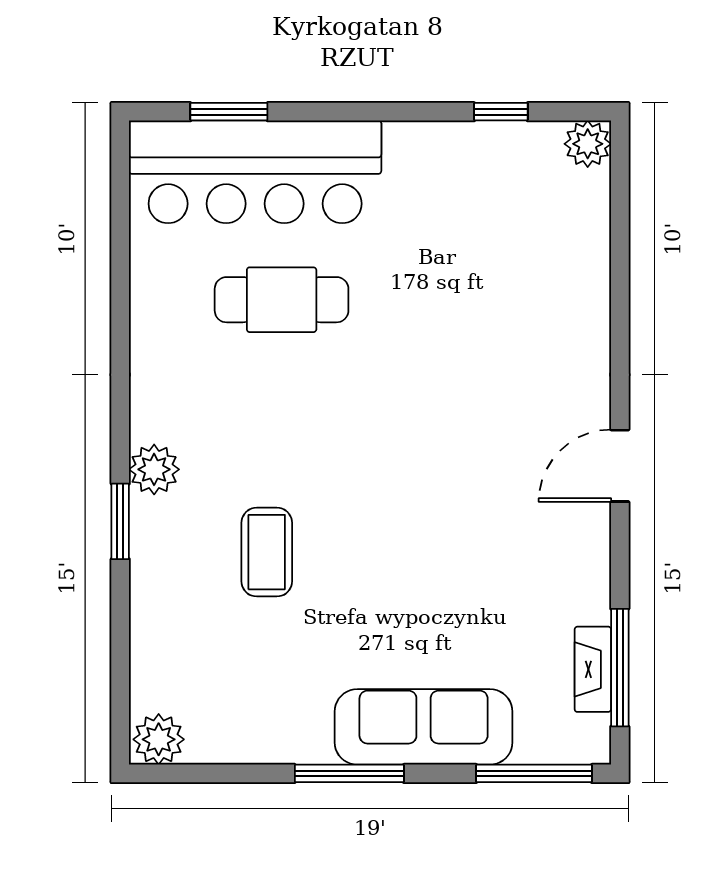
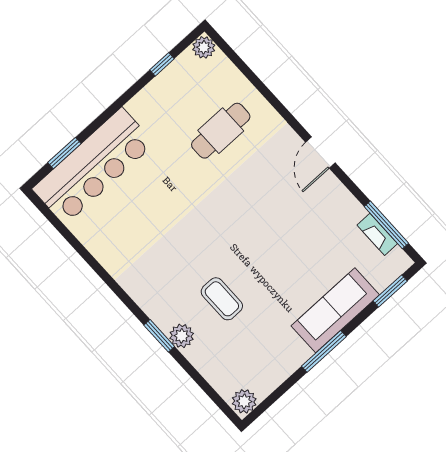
cafe table: (282, 300) -> (221, 131), moved
plant: (154, 469) -> (182, 336), moved
window: (534, 773) -> (390, 291), width x0.69

